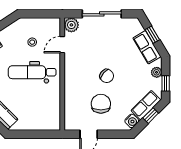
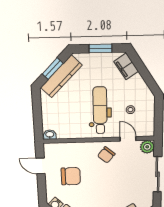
chair: (107, 76) -> (106, 155), moved
washbasin: (56, 123) -> (50, 135), added

